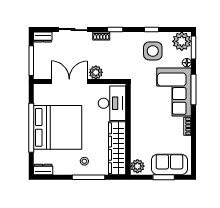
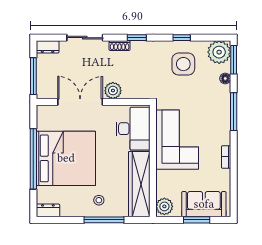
corner sofa: (174, 92) -> (177, 140), moved, turned 180

